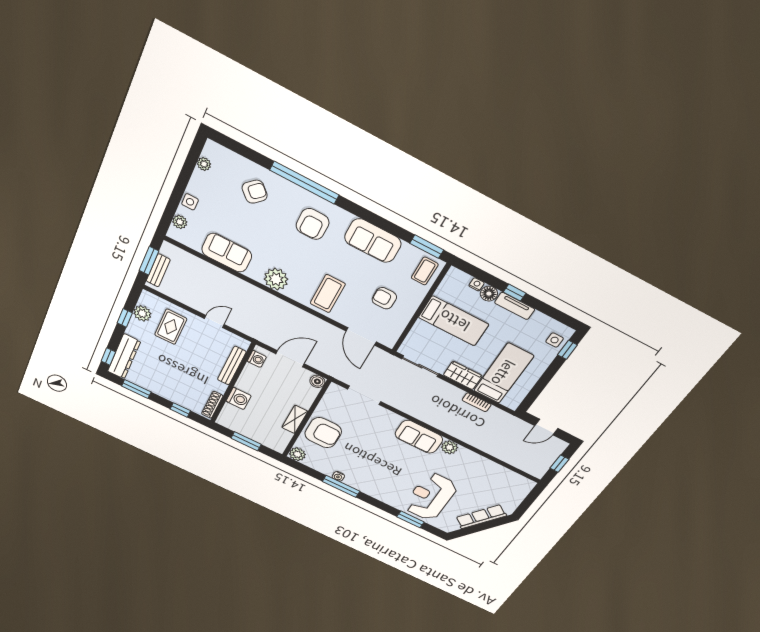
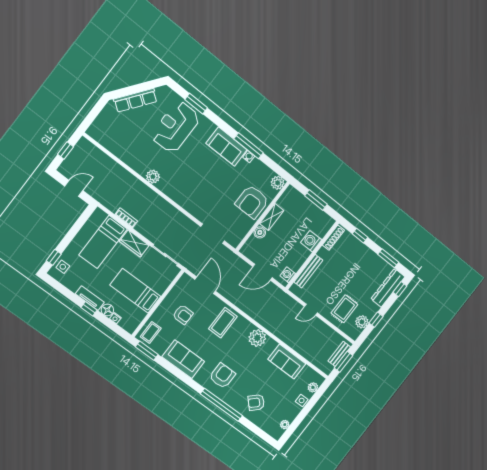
boiler: (317, 381) -> (260, 232), moved
armchair: (323, 433) -> (252, 202), turned -90
sofa: (419, 437) -> (227, 147), moved, turned 180
reception desk: (430, 497) -> (175, 127), turned 180

